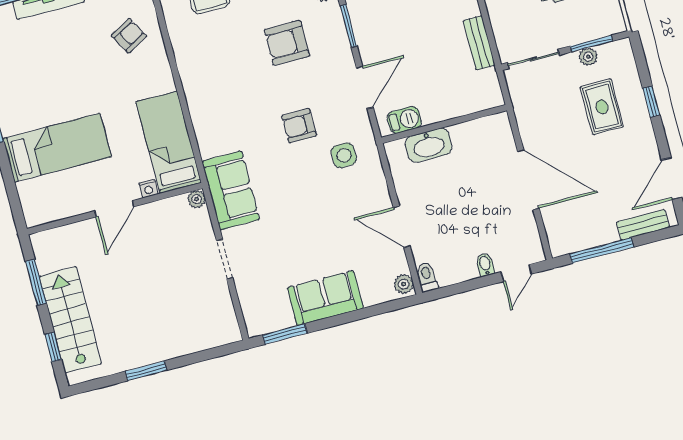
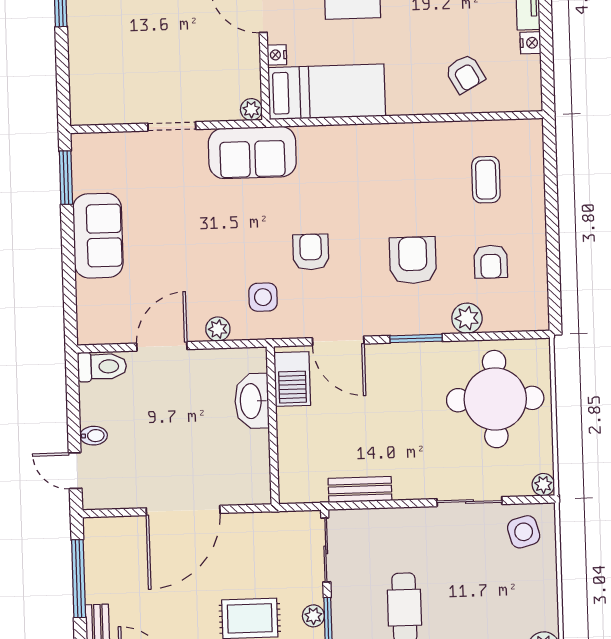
barbecue: (404, 120) -> (292, 379), width x1.38, depth x1.27
toilet: (427, 277) -> (102, 367), width x1.37, depth x1.39
plant: (404, 284) -> (218, 329), moved

